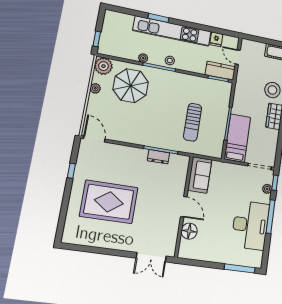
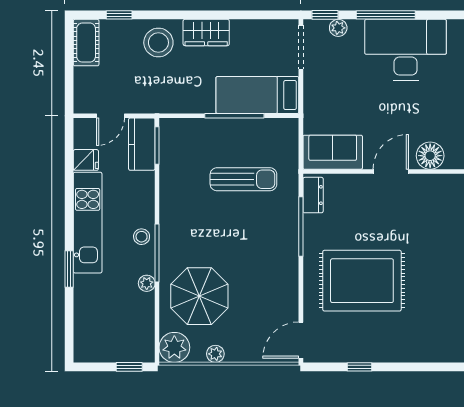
kitchen unit: (172, 31) -> (88, 223), width x0.73
dresser: (158, 157) -> (313, 195), moved
rug: (109, 202) -> (362, 281), moved, turned 90

